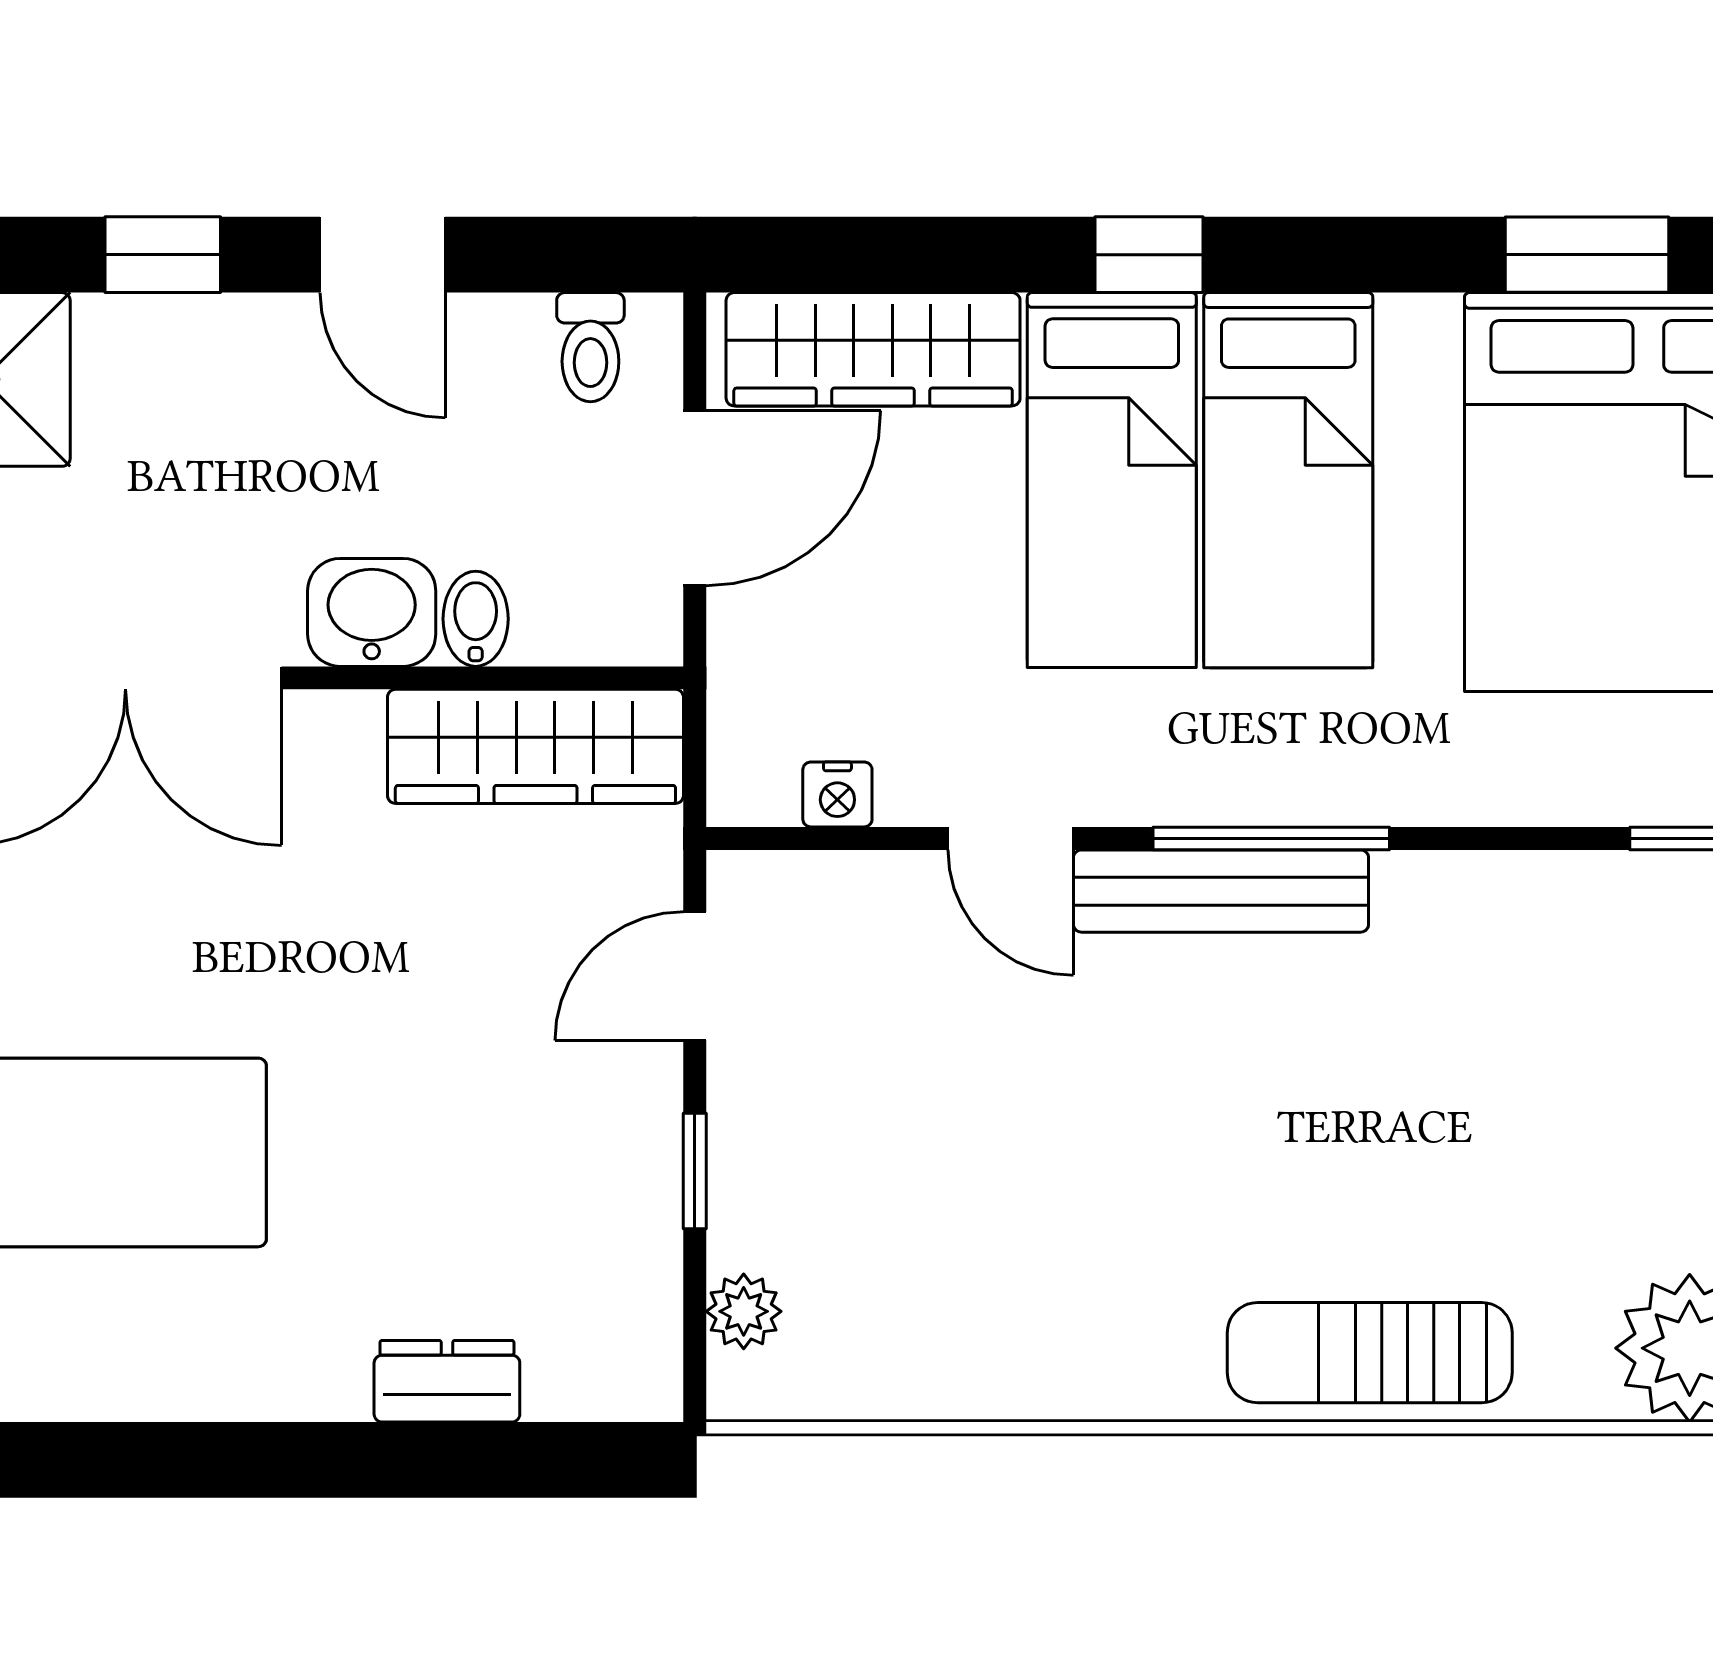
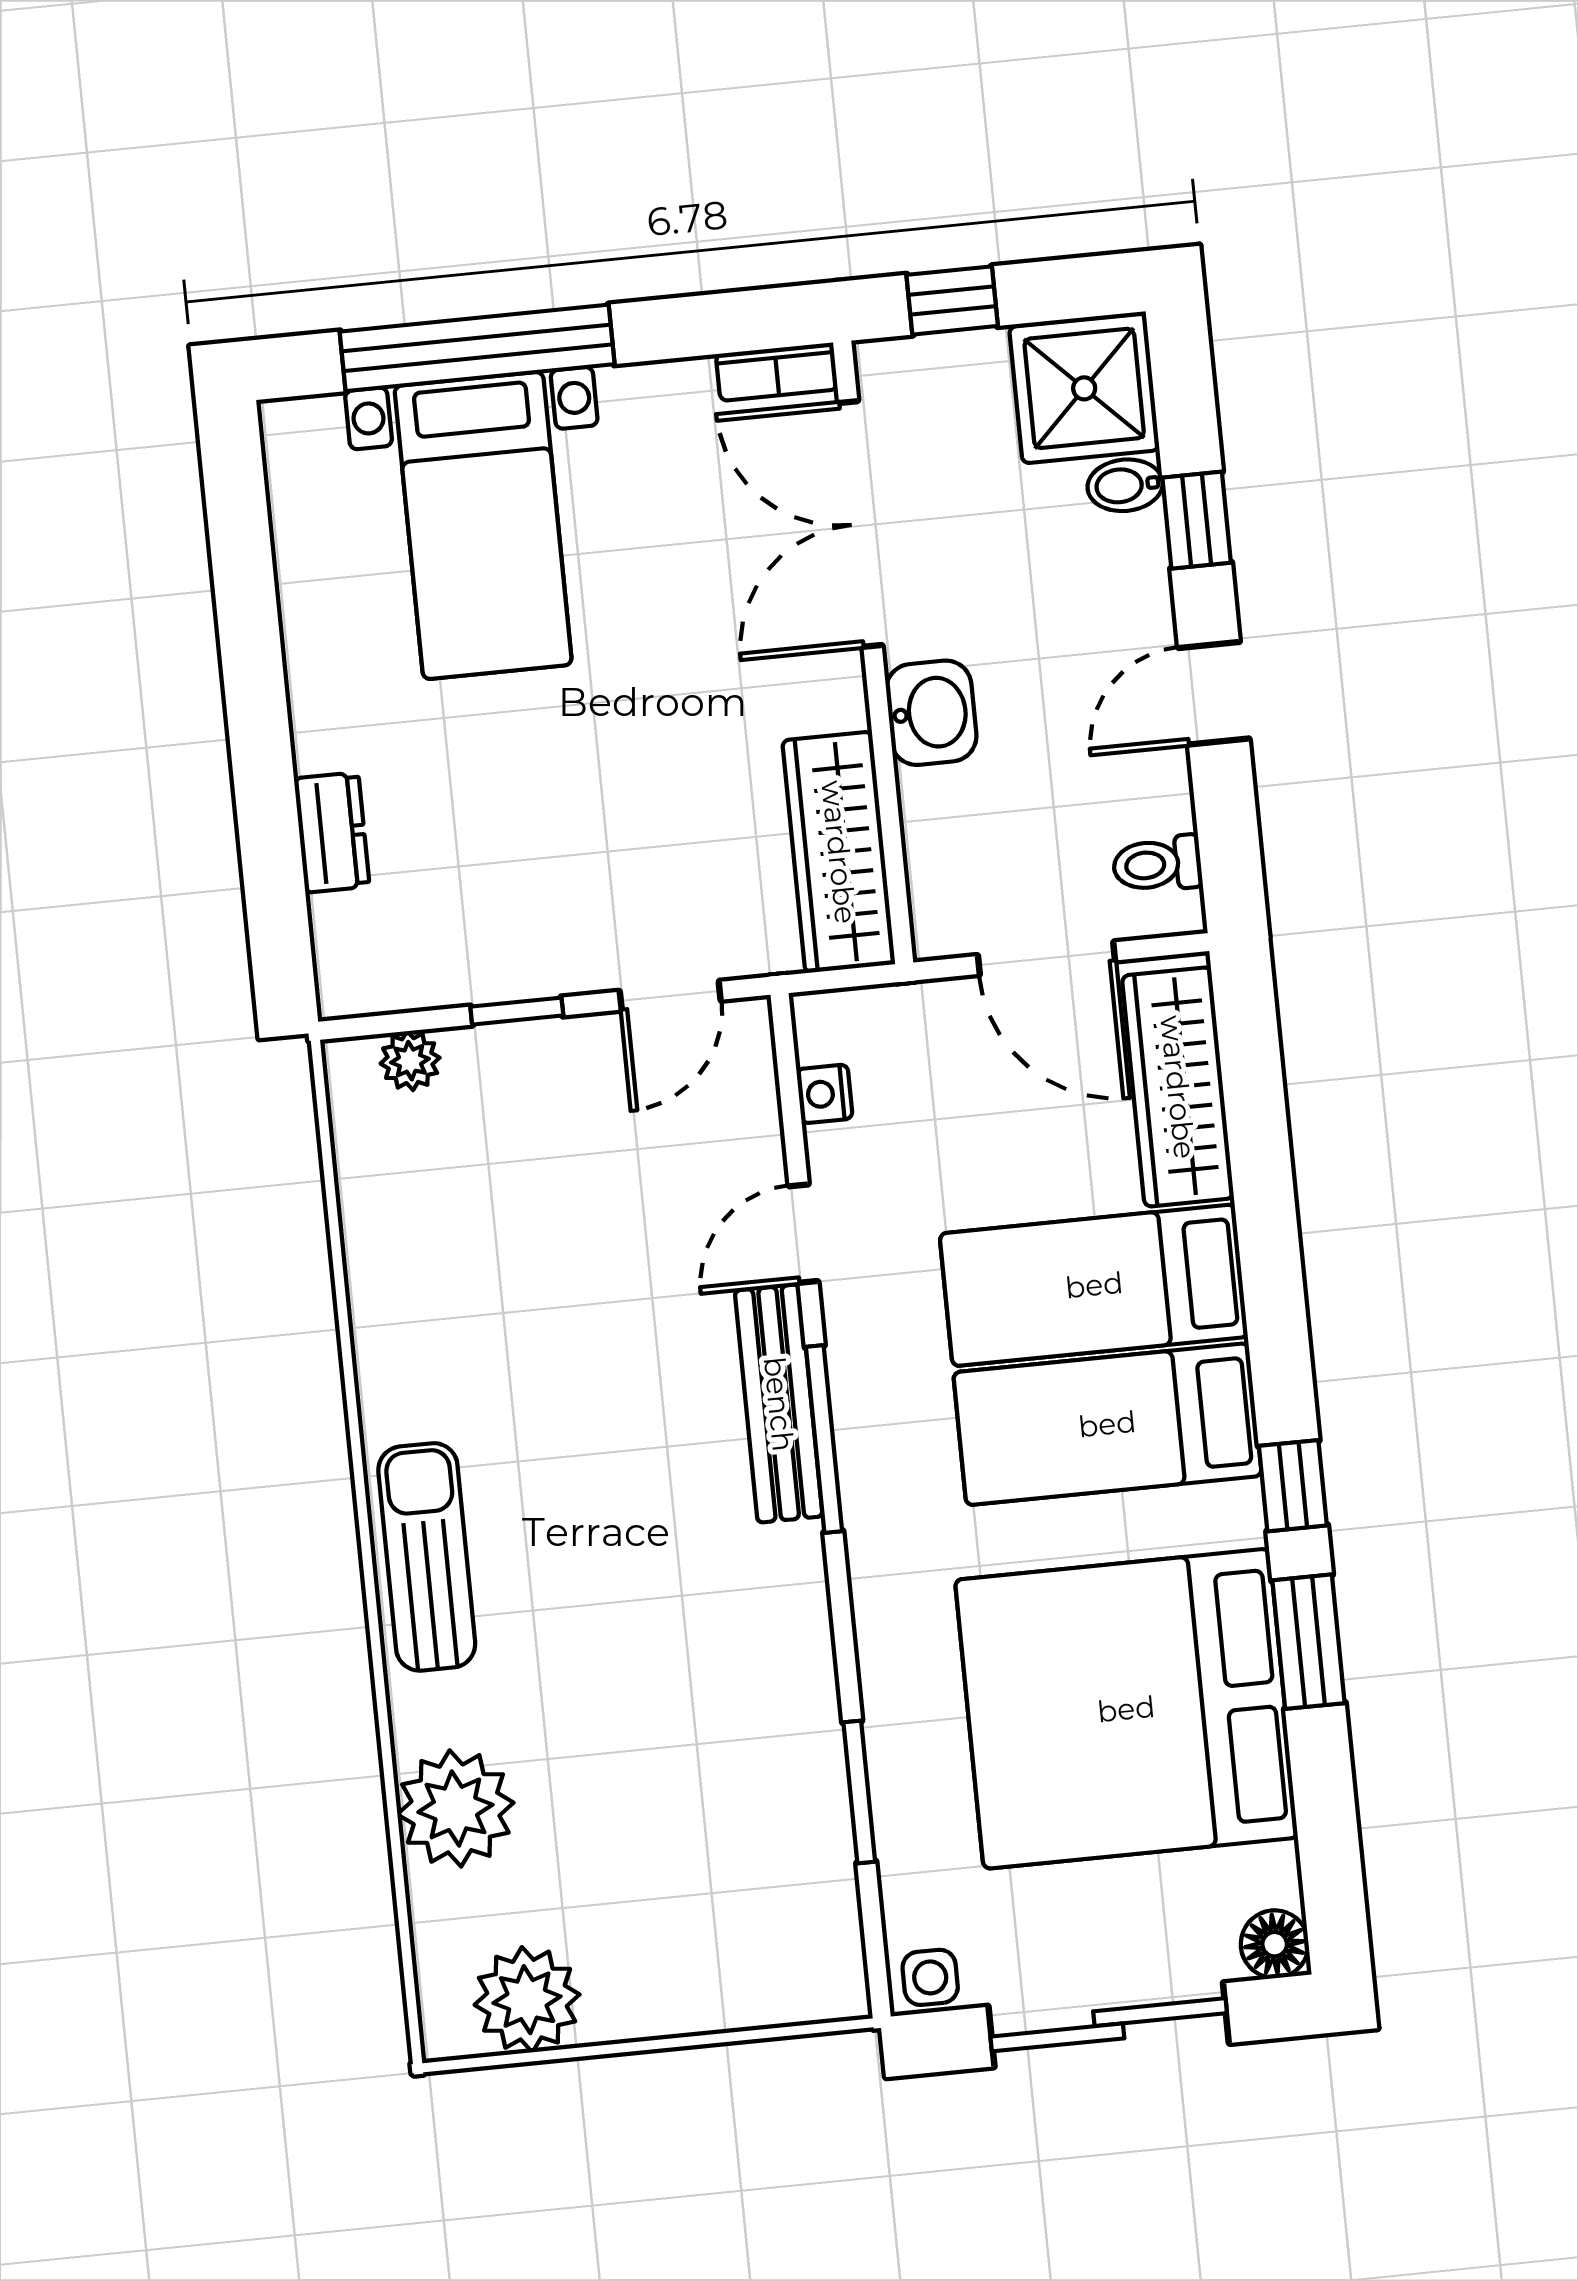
window: (1149, 255) -> (1293, 1486), moved
bidet: (476, 619) -> (1125, 485), moved, turned 180
door: (695, 976) -> (670, 996), swing flipped

